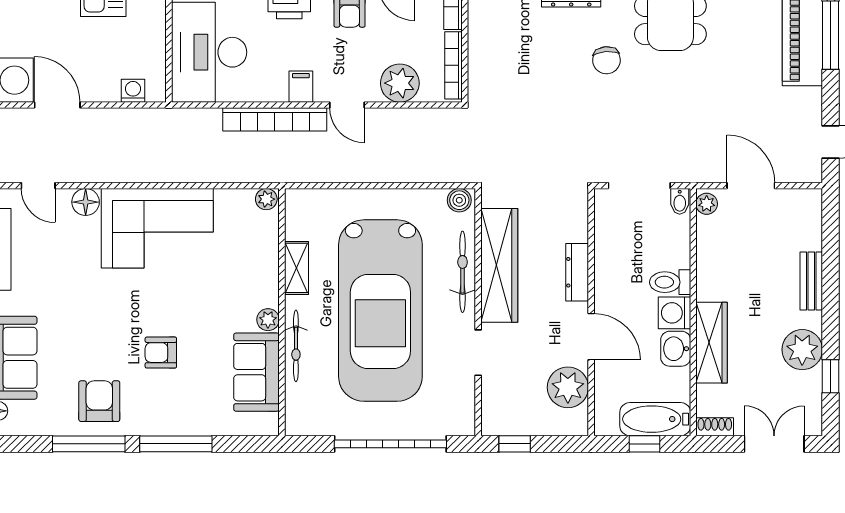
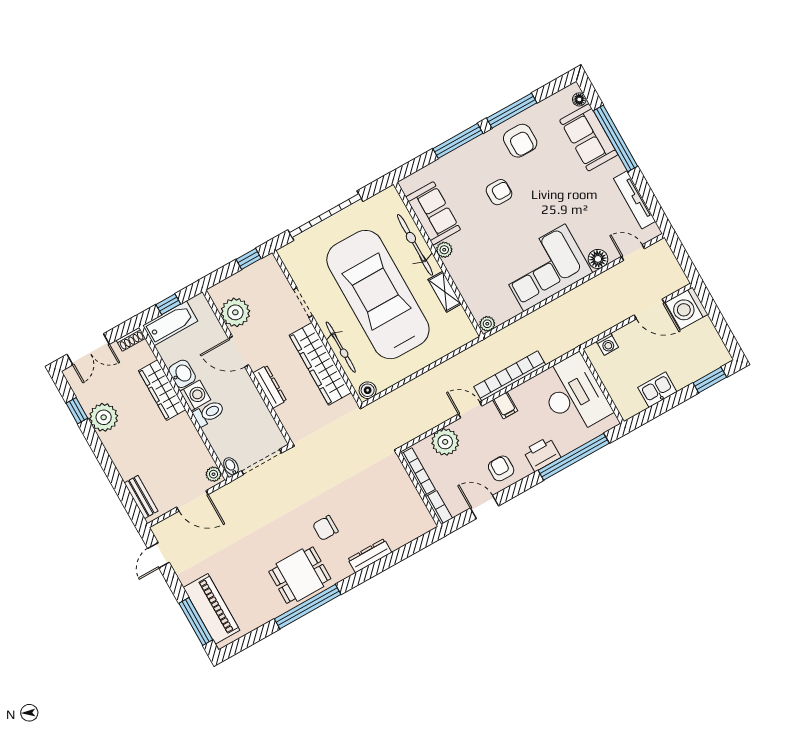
chair: (606, 60) -> (325, 528), turned -85
bench: (811, 281) -> (141, 497), moved
bicycle: (296, 346) -> (415, 245), width x1.37, depth x1.40

